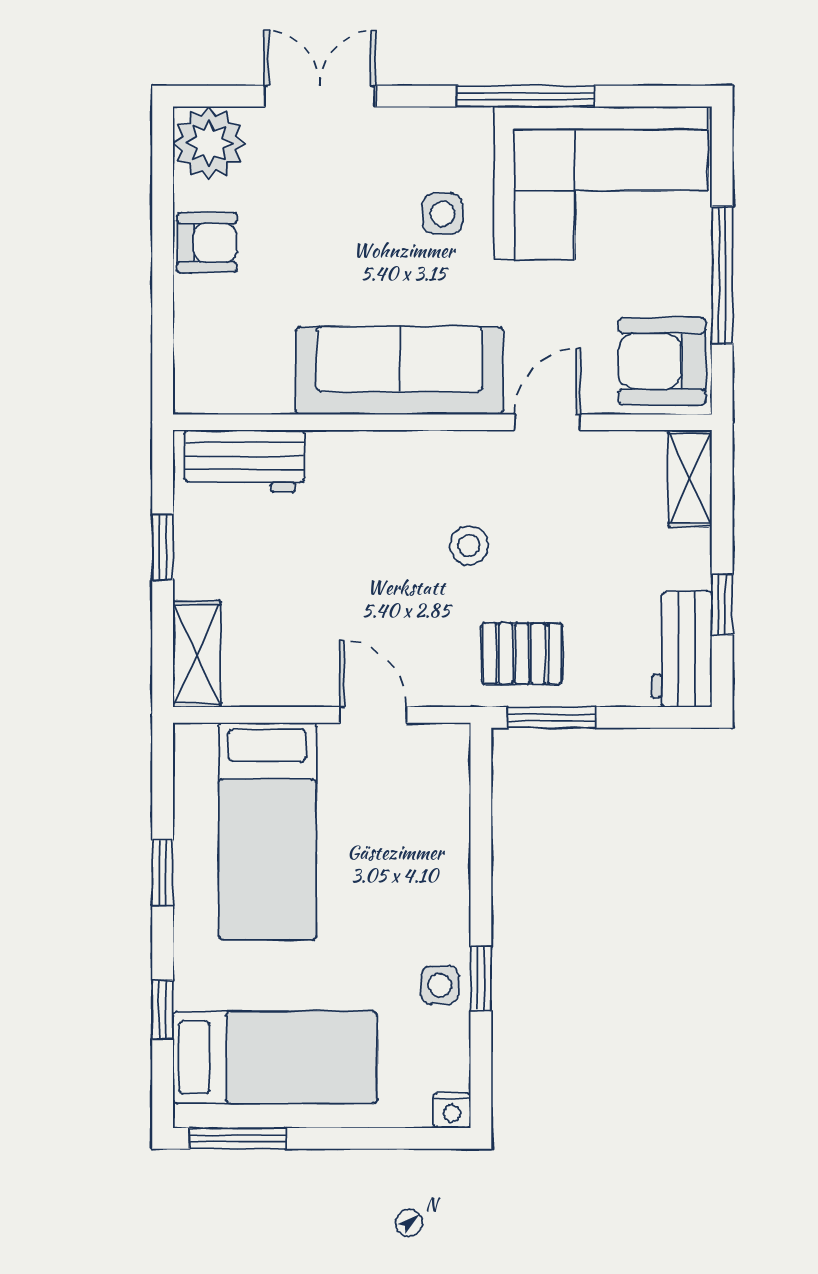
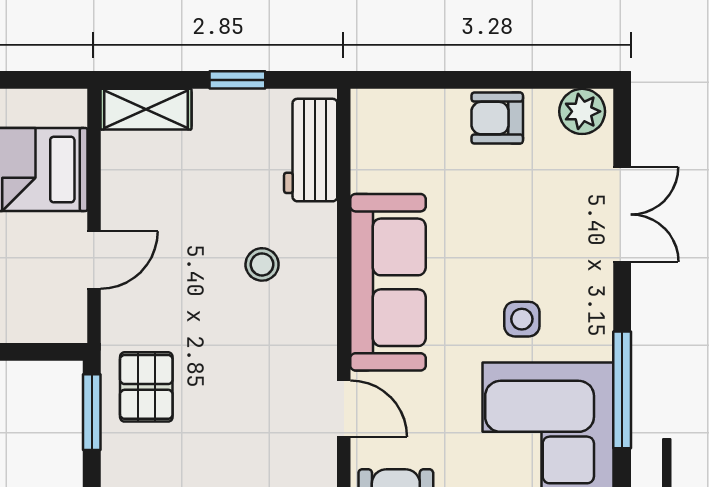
plant: (209, 143) -> (582, 111), width x0.73, depth x0.73
armchair: (207, 243) -> (497, 118), turned 90
stool: (469, 545) -> (262, 264), moved

